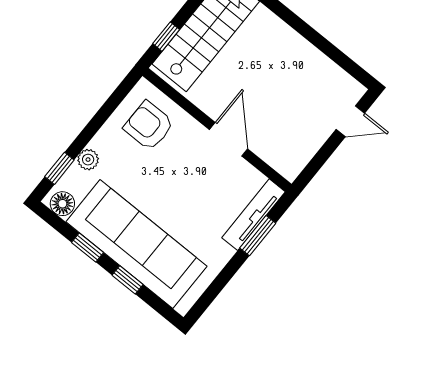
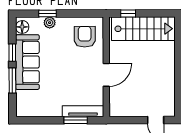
window: (59, 168) -> (48, 14), moved
sofa: (136, 244) -> (27, 62), width x0.74, depth x0.79
window: (127, 280) -> (12, 80), width x1.50

